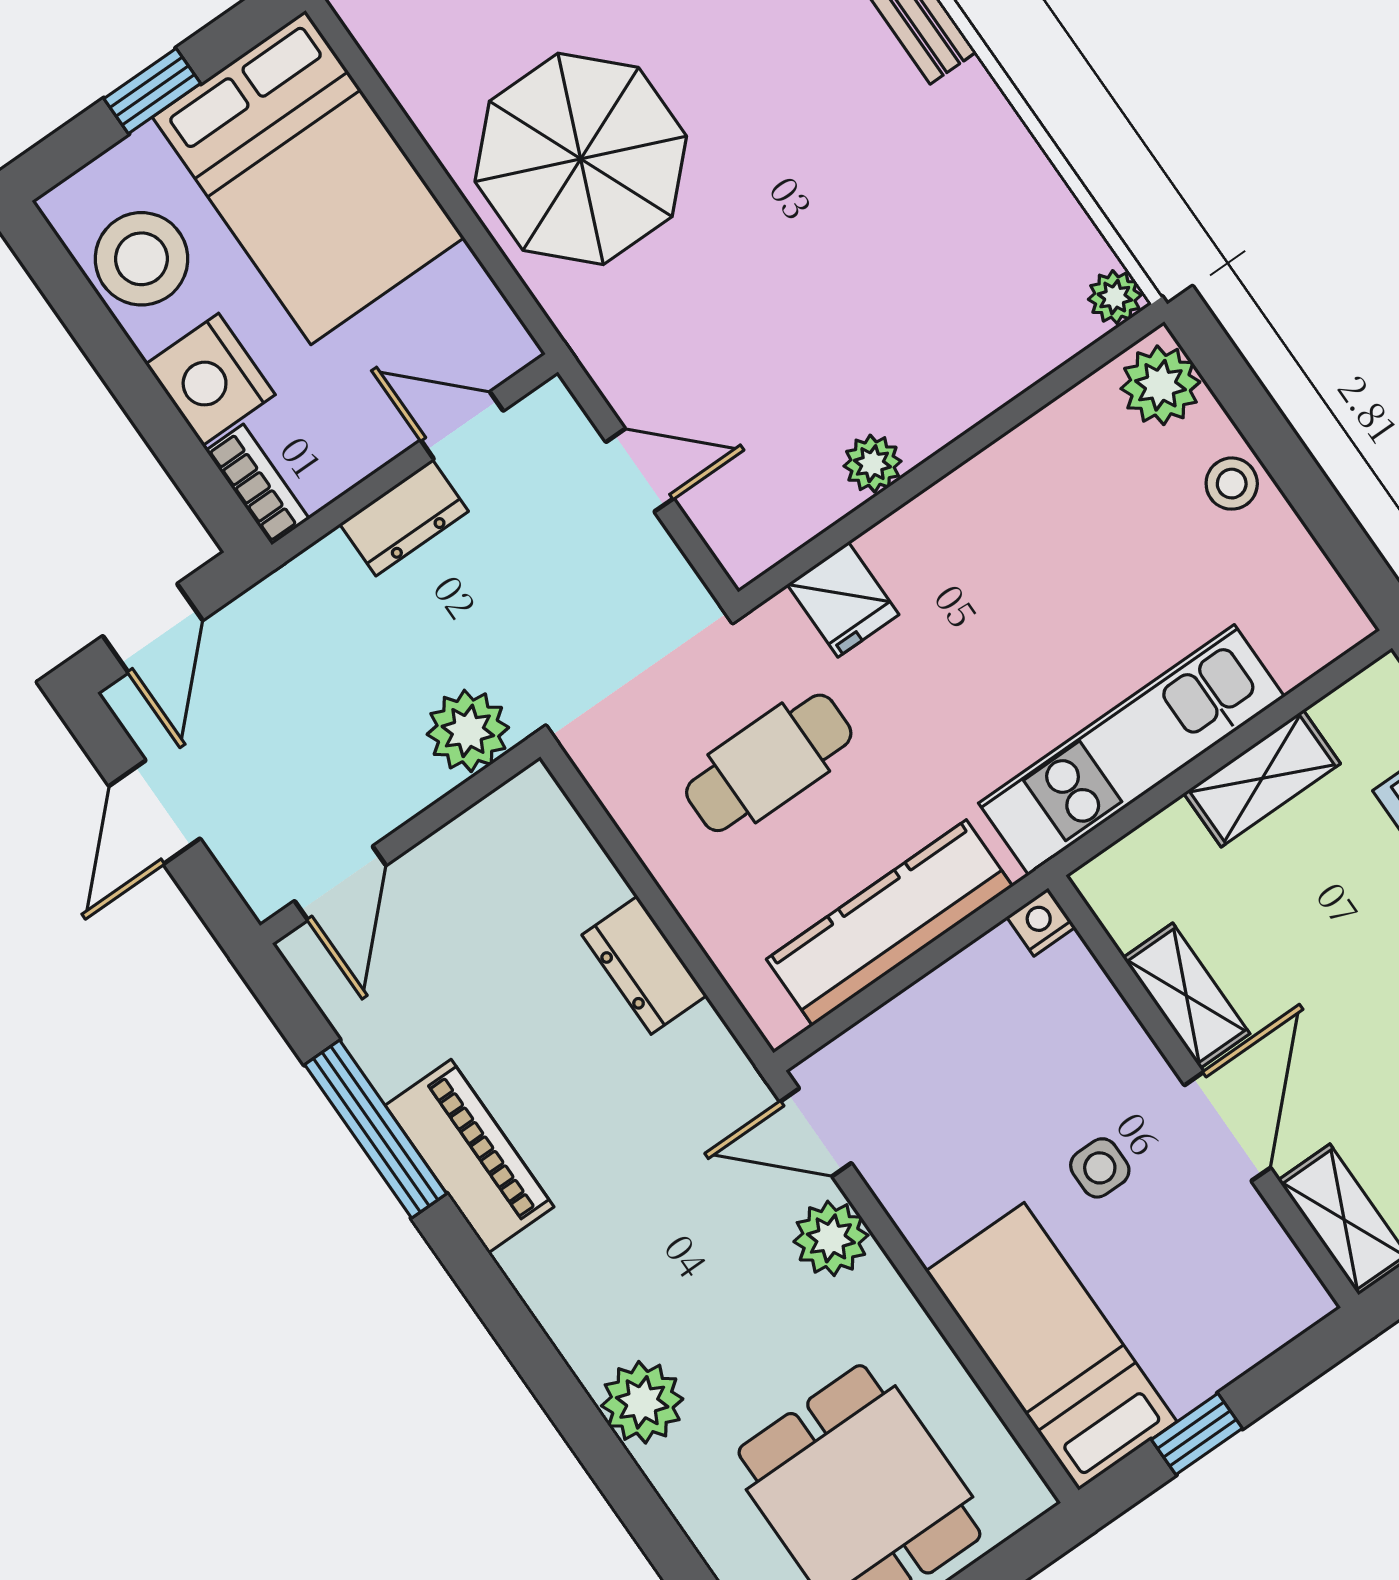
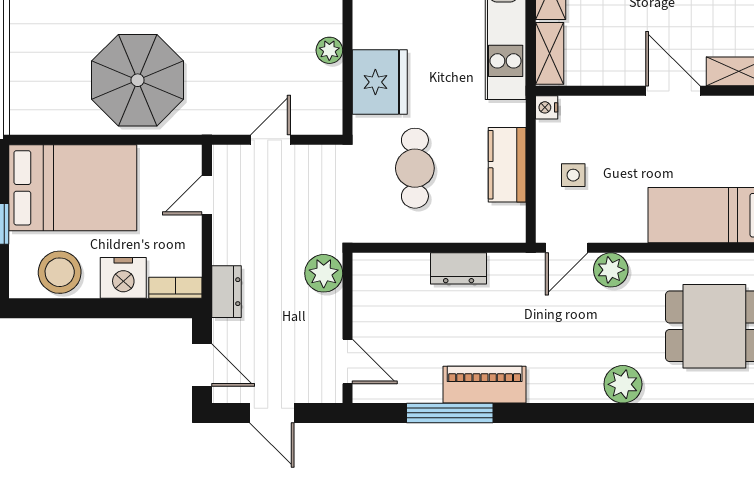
dresser: (404, 518) -> (226, 292), moved
fridge: (843, 600) -> (380, 82), width x1.88, depth x1.34
kitchen counter: (889, 923) -> (507, 165), width x0.67
shelving: (1186, 996) -> (550, 53), moved, turned 90
side table: (1100, 1168) -> (573, 175), moved

